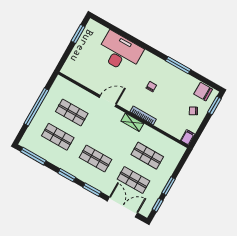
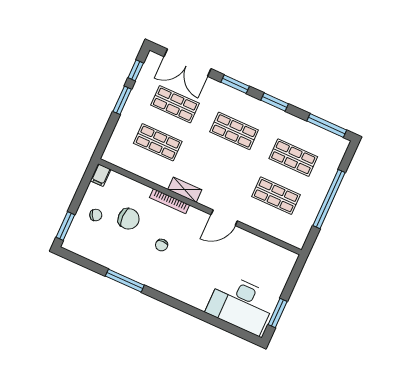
desk: (120, 52) -> (241, 304), moved
chair: (203, 92) -> (129, 219), moved

